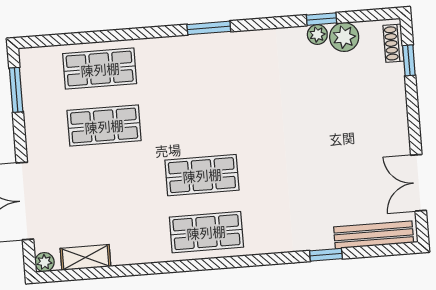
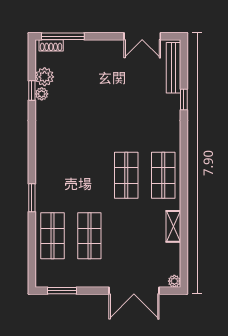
window: (209, 28) -> (32, 198), moved
window: (409, 60) -> (63, 36), width x2.17
shelving: (86, 257) -> (173, 226), moved

